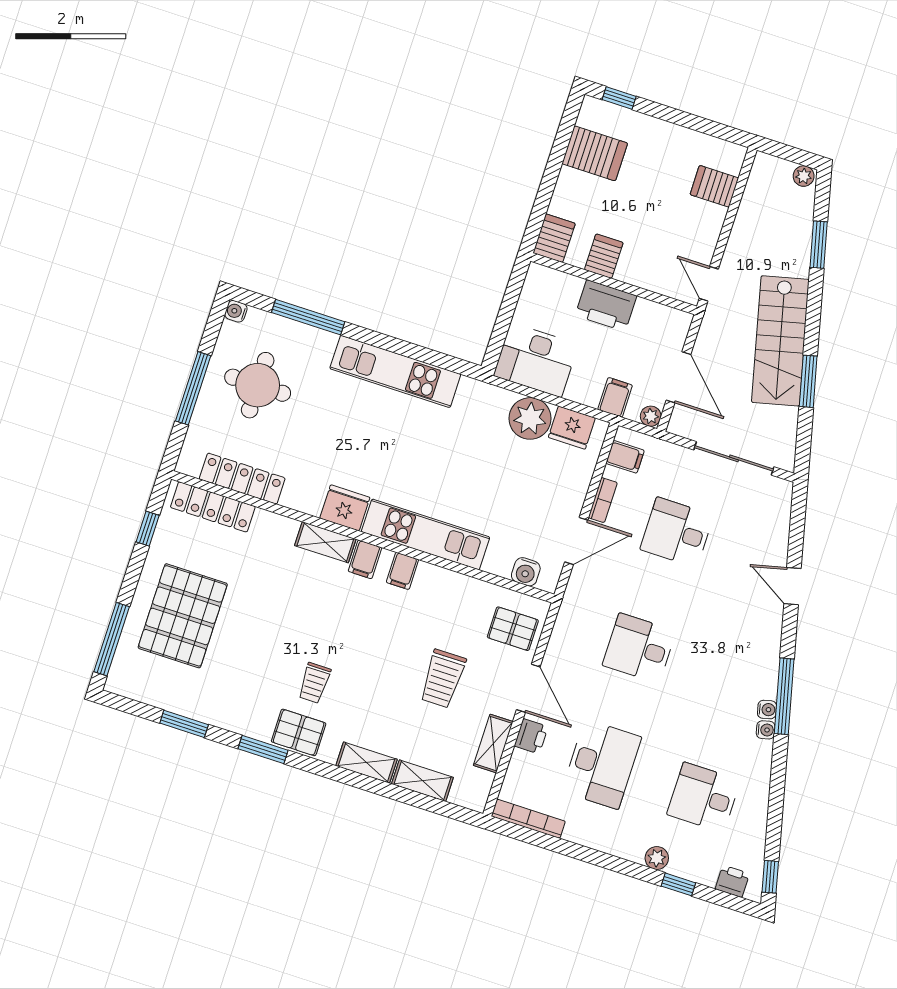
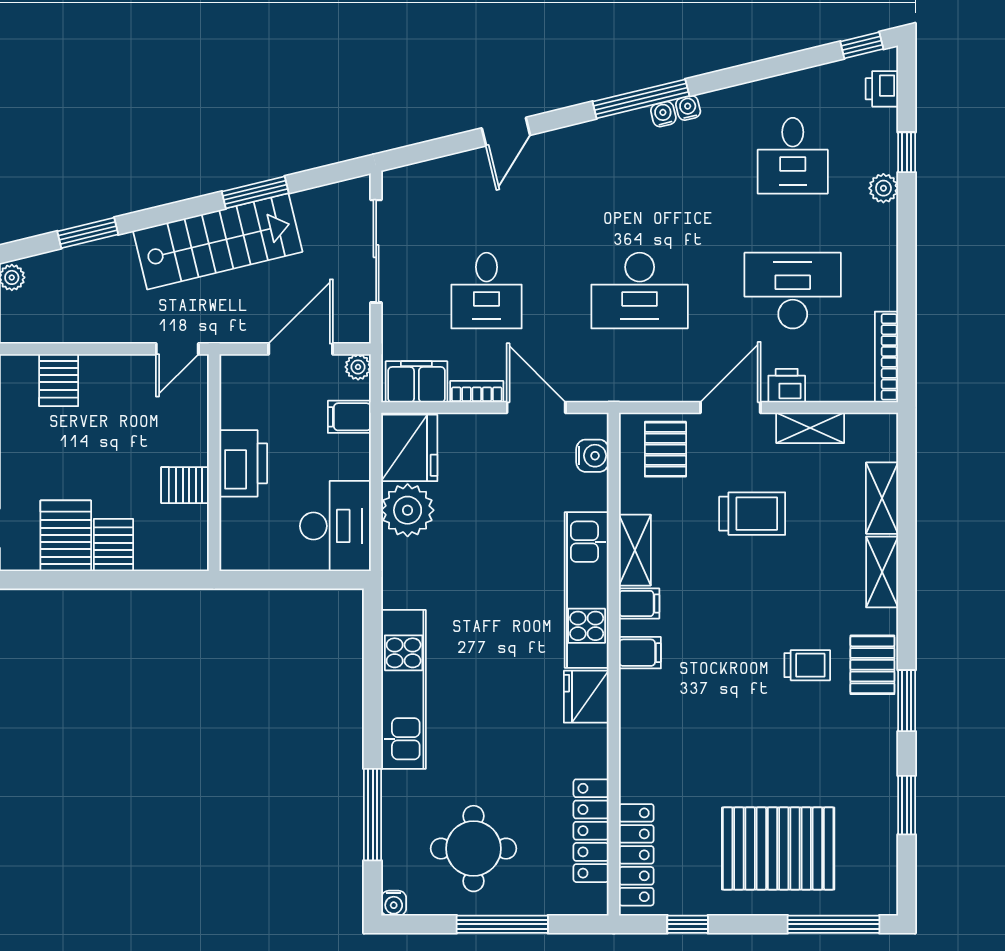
server rack: (554, 238) -> (113, 545), moved, turned 90
fridge: (572, 428) -> (409, 448), width x1.36, depth x1.34
filing cabinet: (625, 457) -> (416, 382), width x2.00
shelving: (325, 542) -> (635, 550), moved
desk: (639, 648) -> (640, 291), width x1.37

